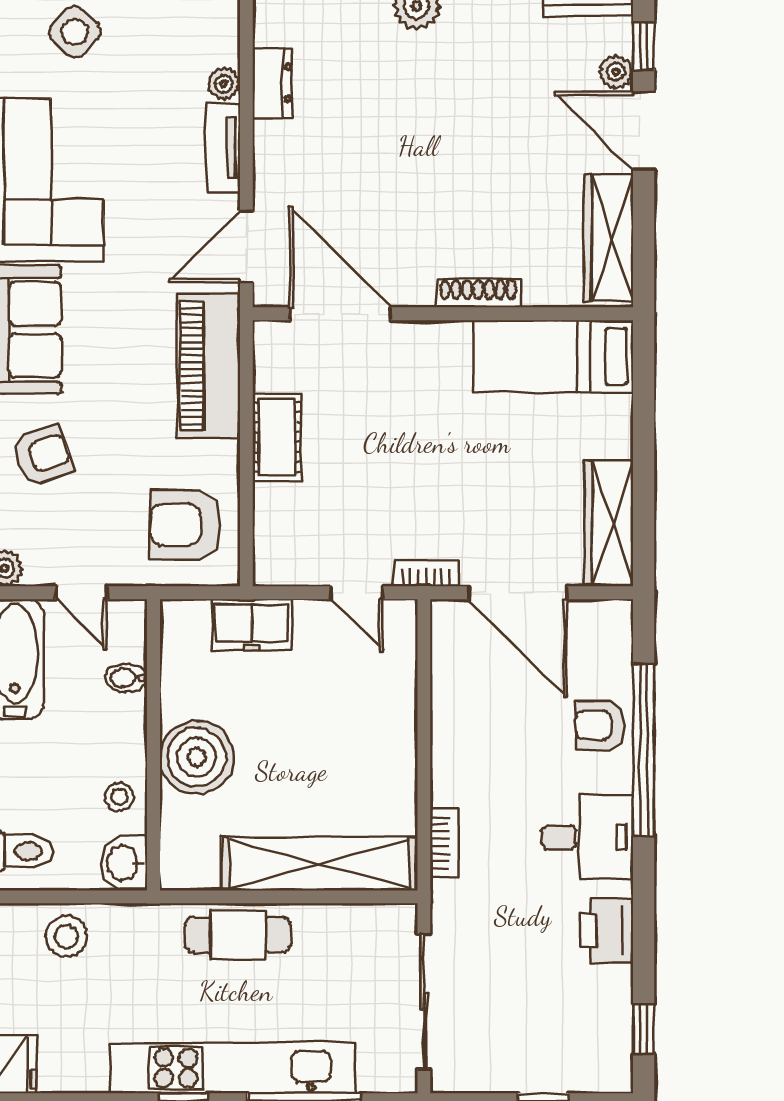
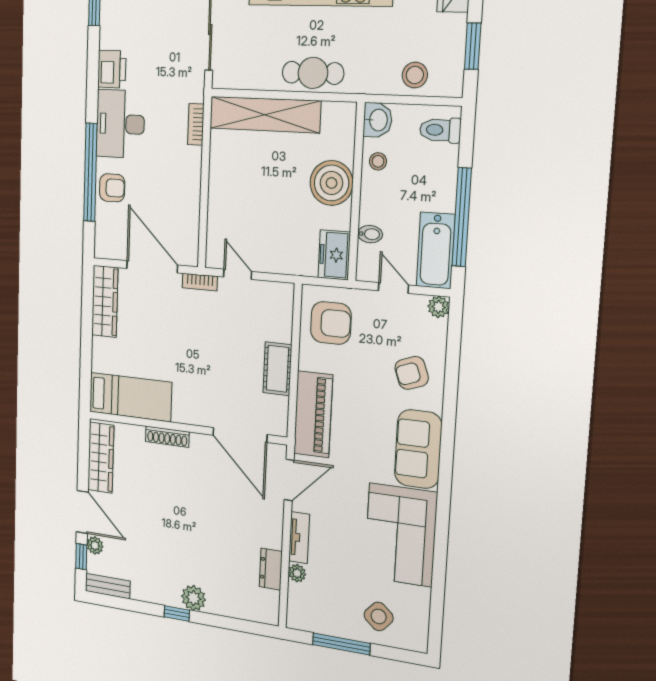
freezer: (252, 625) -> (334, 255), moved, turned -90
desk: (587, 837) -> (120, 124), width x1.37

